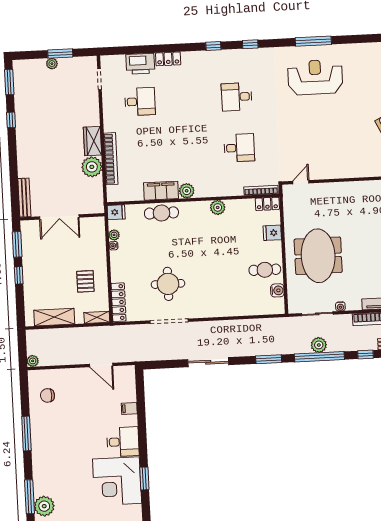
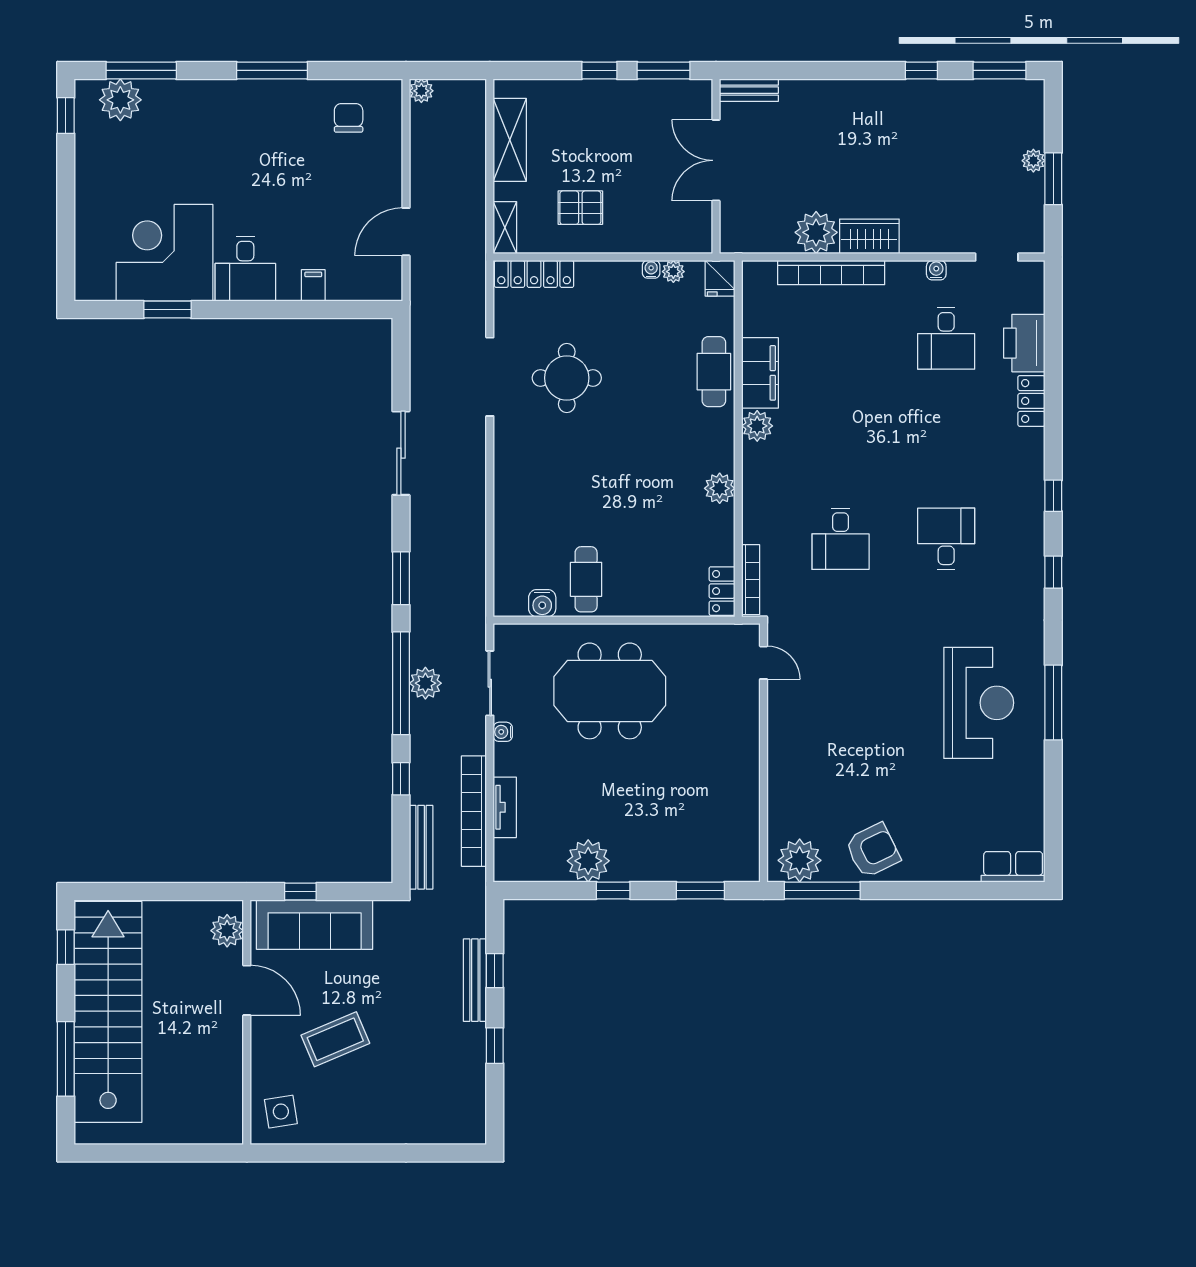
water cooler: (107, 108) -> (936, 270), added
bench: (24, 198) -> (749, 90), width x0.73
fridge: (272, 233) -> (662, 598), removed

